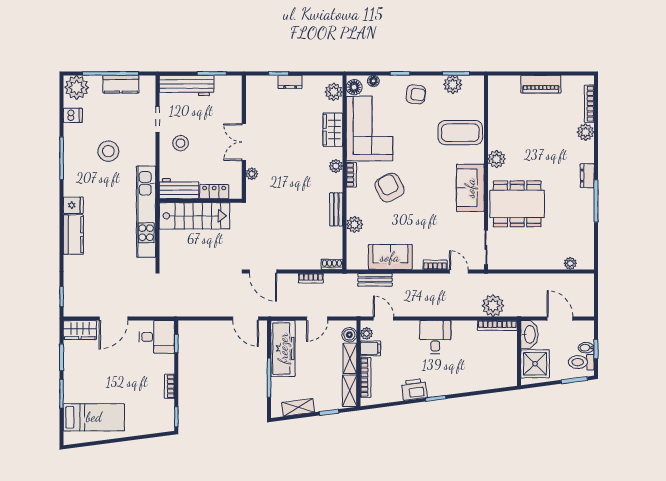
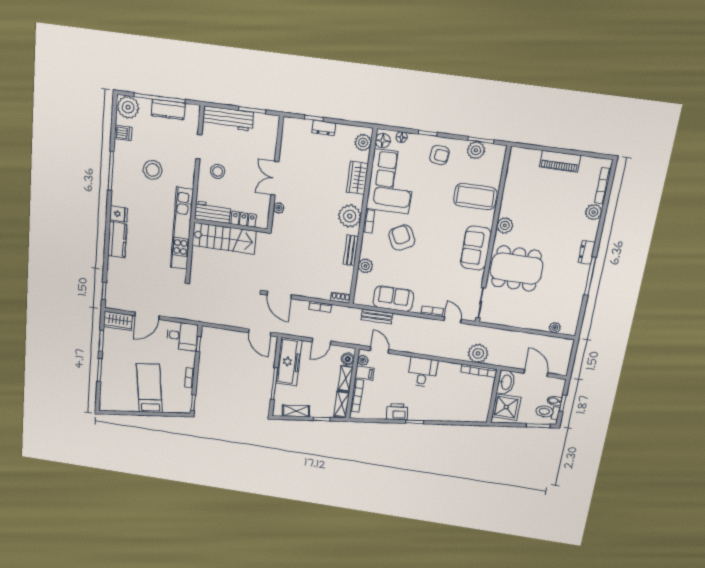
plant: (336, 166) -> (350, 216), width x1.88, depth x1.88
bed: (94, 417) -> (149, 388), moved, turned -97

